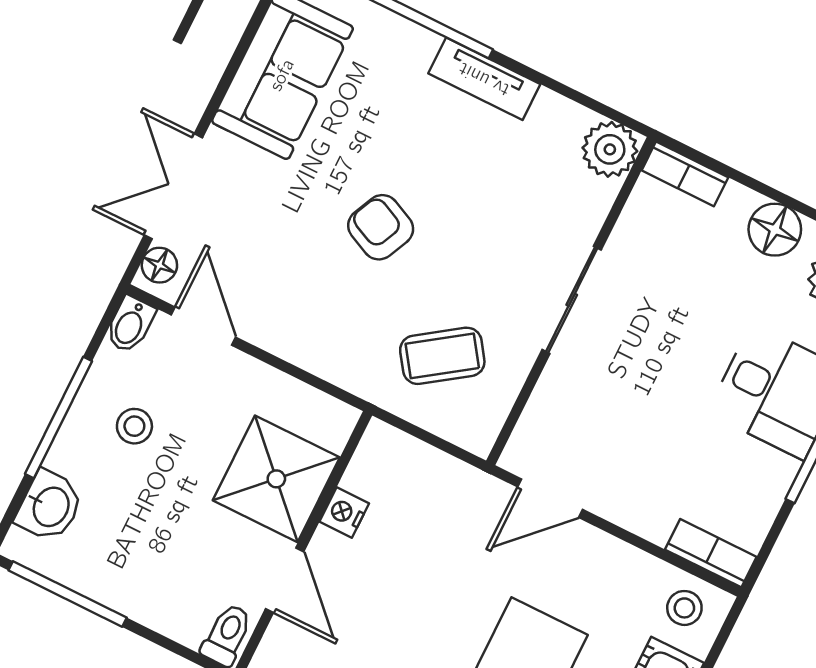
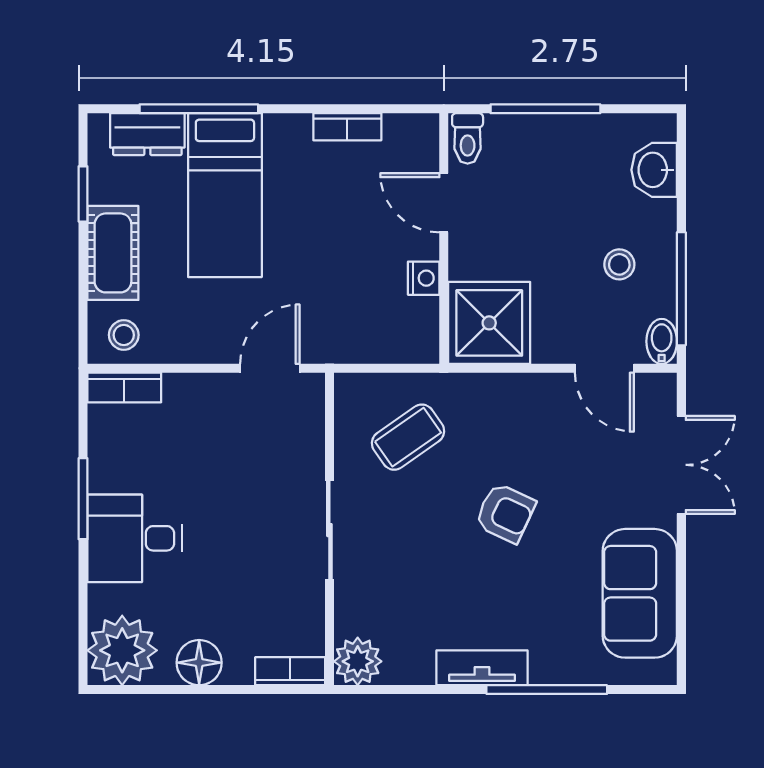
floor lamp: (159, 265) -> (662, 399), removed
window: (58, 418) -> (681, 289), moved
shower: (276, 479) -> (489, 323), moved
window: (68, 594) -> (545, 109), moved

